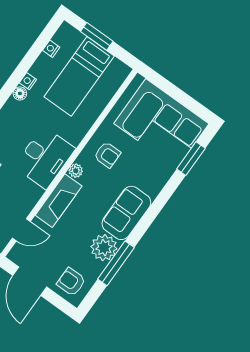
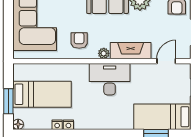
nightstand: (51, 49) -> (57, 125), moved
floor lamp: (20, 93) -> (18, 124), moved
door: (21, 230) -> (166, 61), hinge flipped

